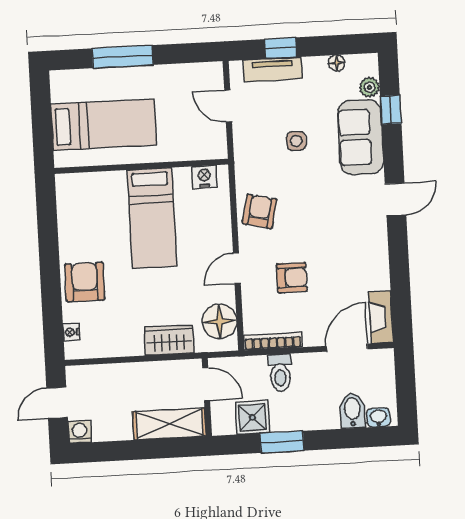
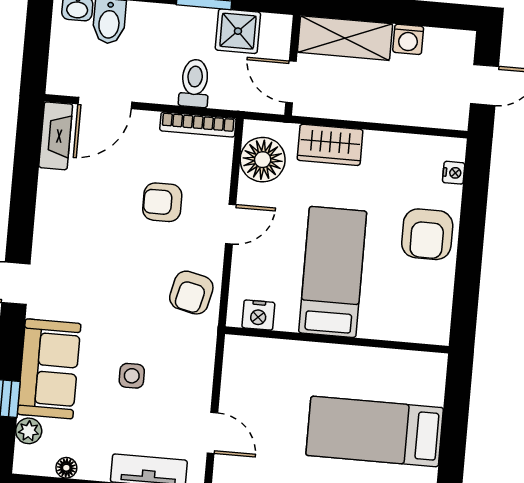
wall: (141, 166) -> (337, 340), moved
nightstand: (204, 177) -> (258, 315), moved
bed: (152, 218) -> (333, 272), moved
washing machine: (80, 432) -> (408, 39), moved

